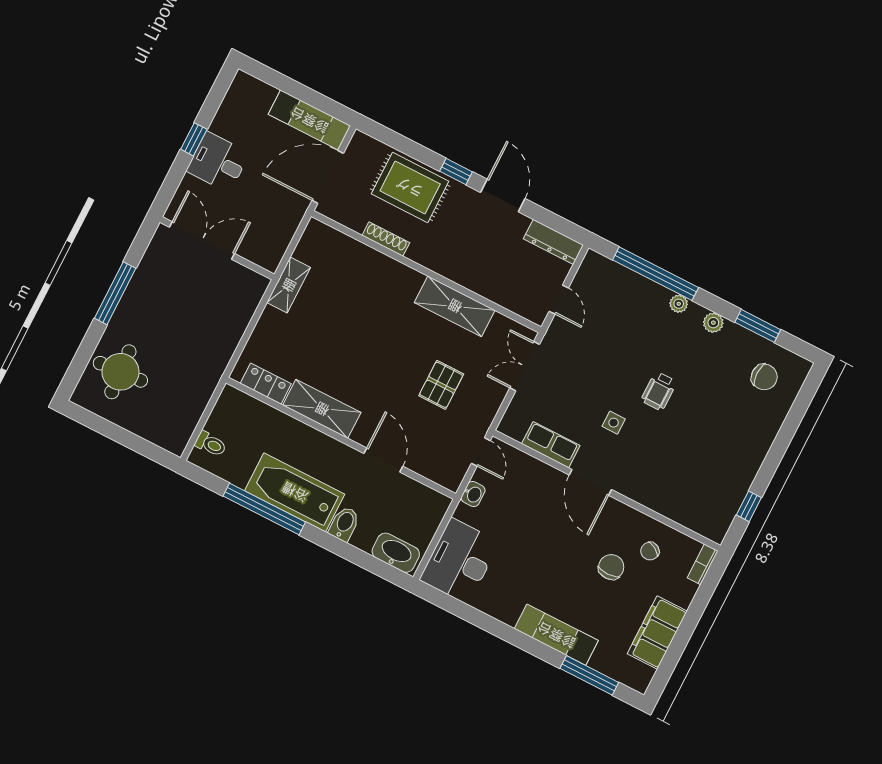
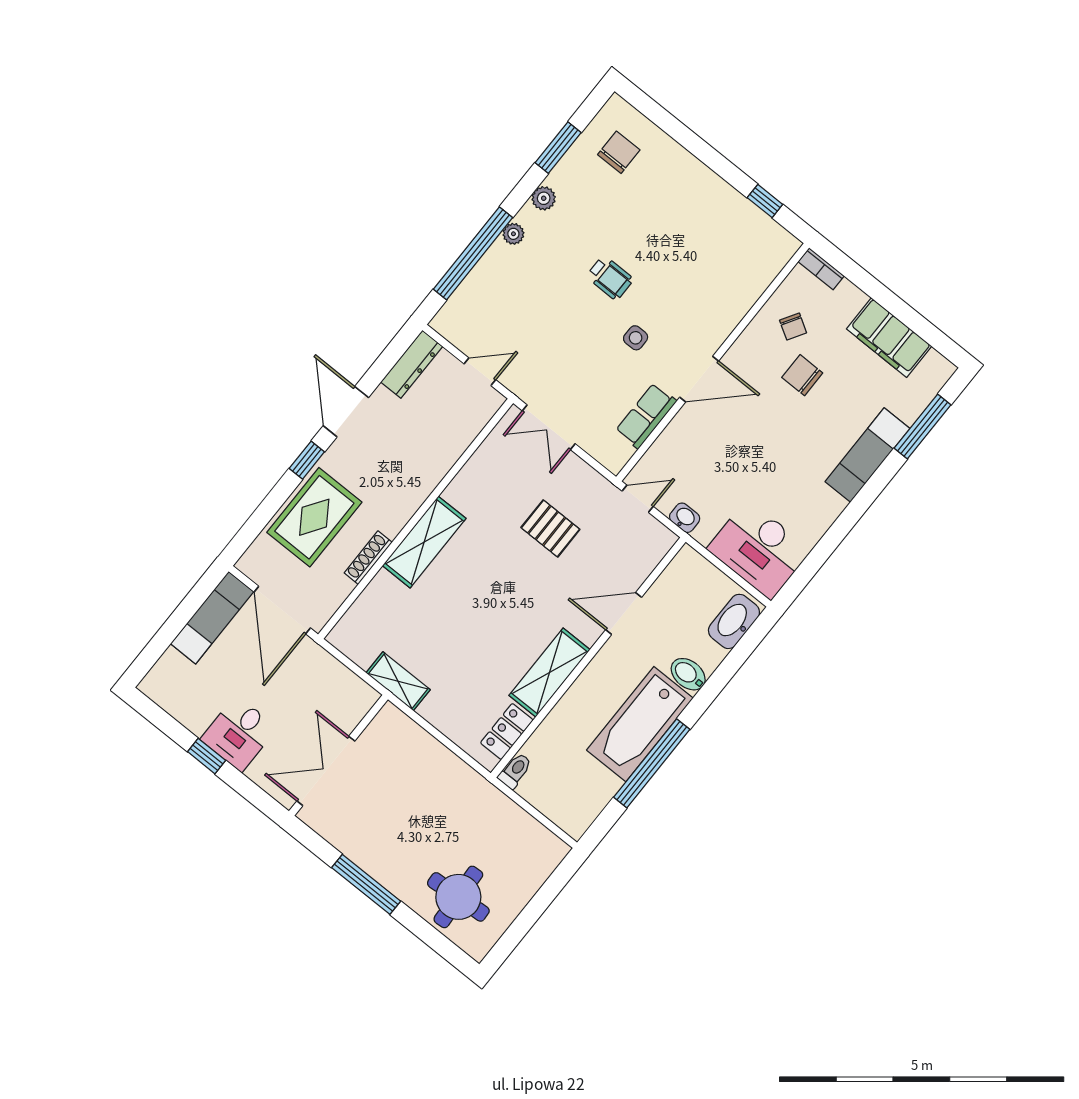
door: (503, 195) -> (346, 412), hinge flipped
shelving: (455, 306) -> (424, 542), moved
toilet: (211, 444) -> (515, 771), moved

